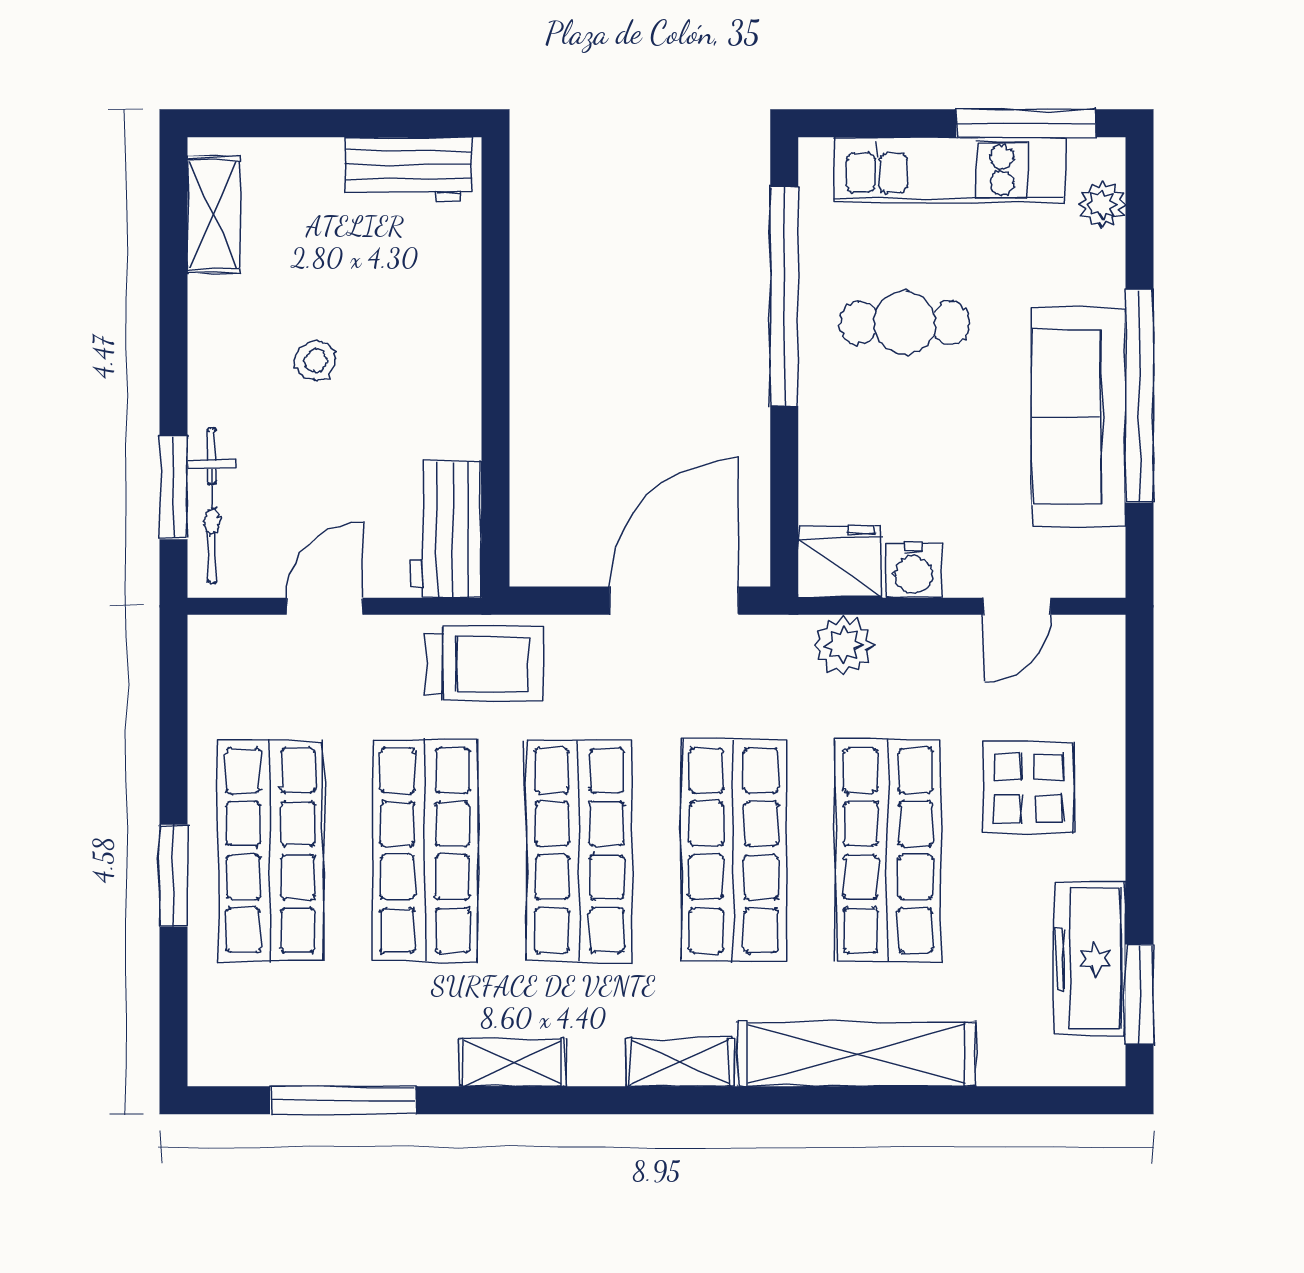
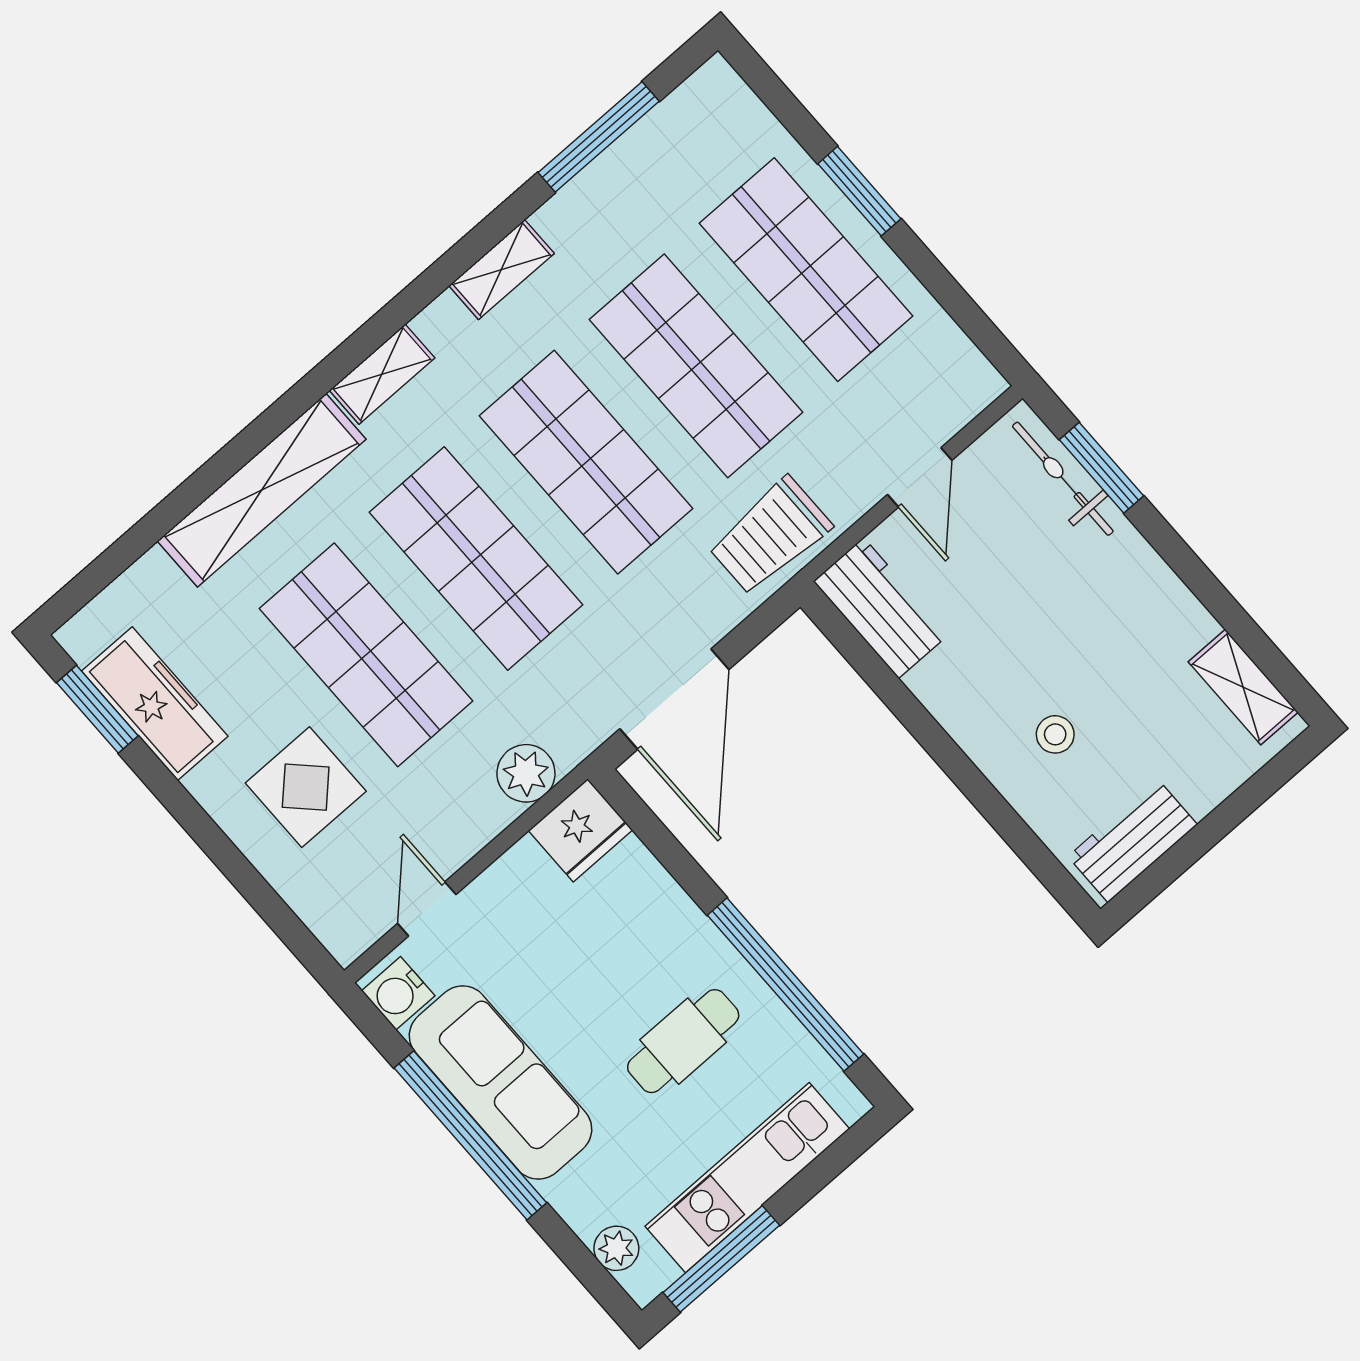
stool: (316, 361) -> (1055, 734), moved
water cooler: (914, 570) -> (398, 993), moved, turned -90

